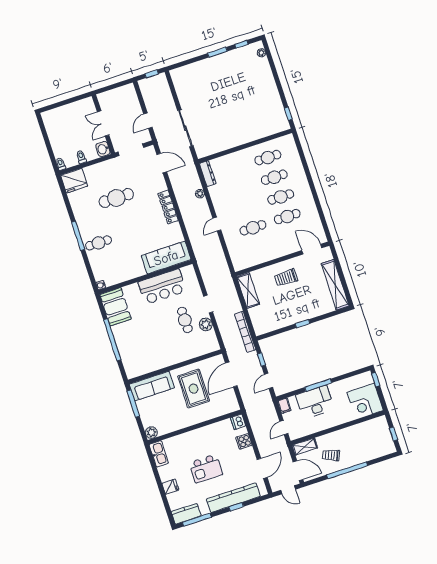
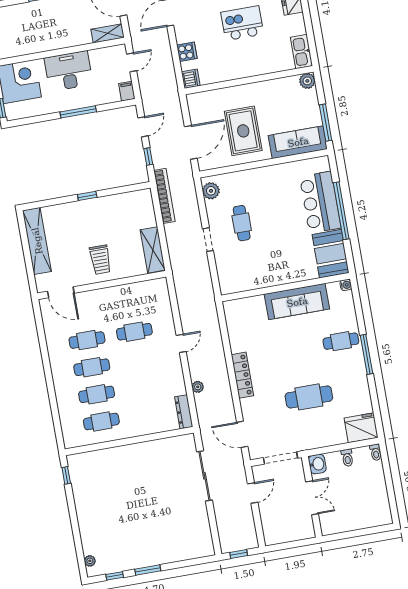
sofa: (166, 258) -> (297, 302), moved
trolley: (286, 278) -> (100, 260), turned 90
bar counter: (162, 287) -> (320, 202), moved, turned -90
plant: (206, 324) -> (211, 191), moved
desk: (315, 402) -> (69, 71), moved, turned 180
trolley: (331, 455) -> (75, 17), removed

